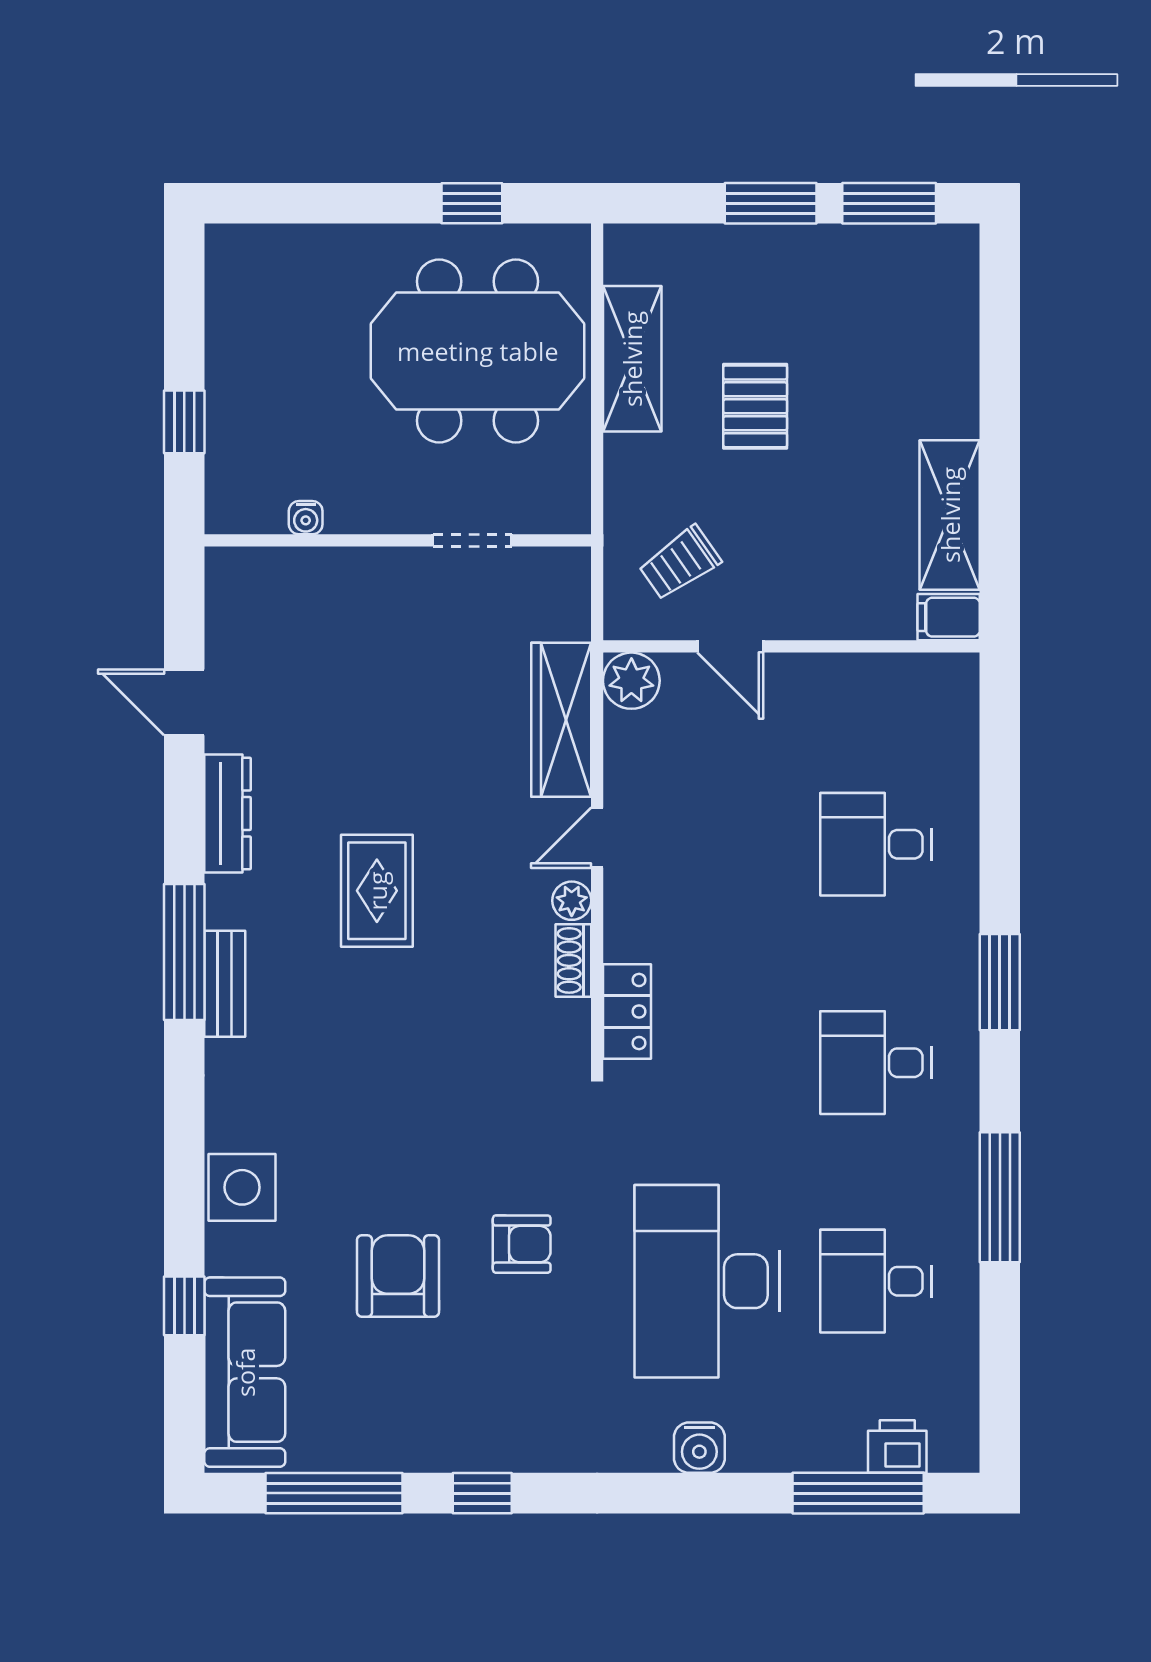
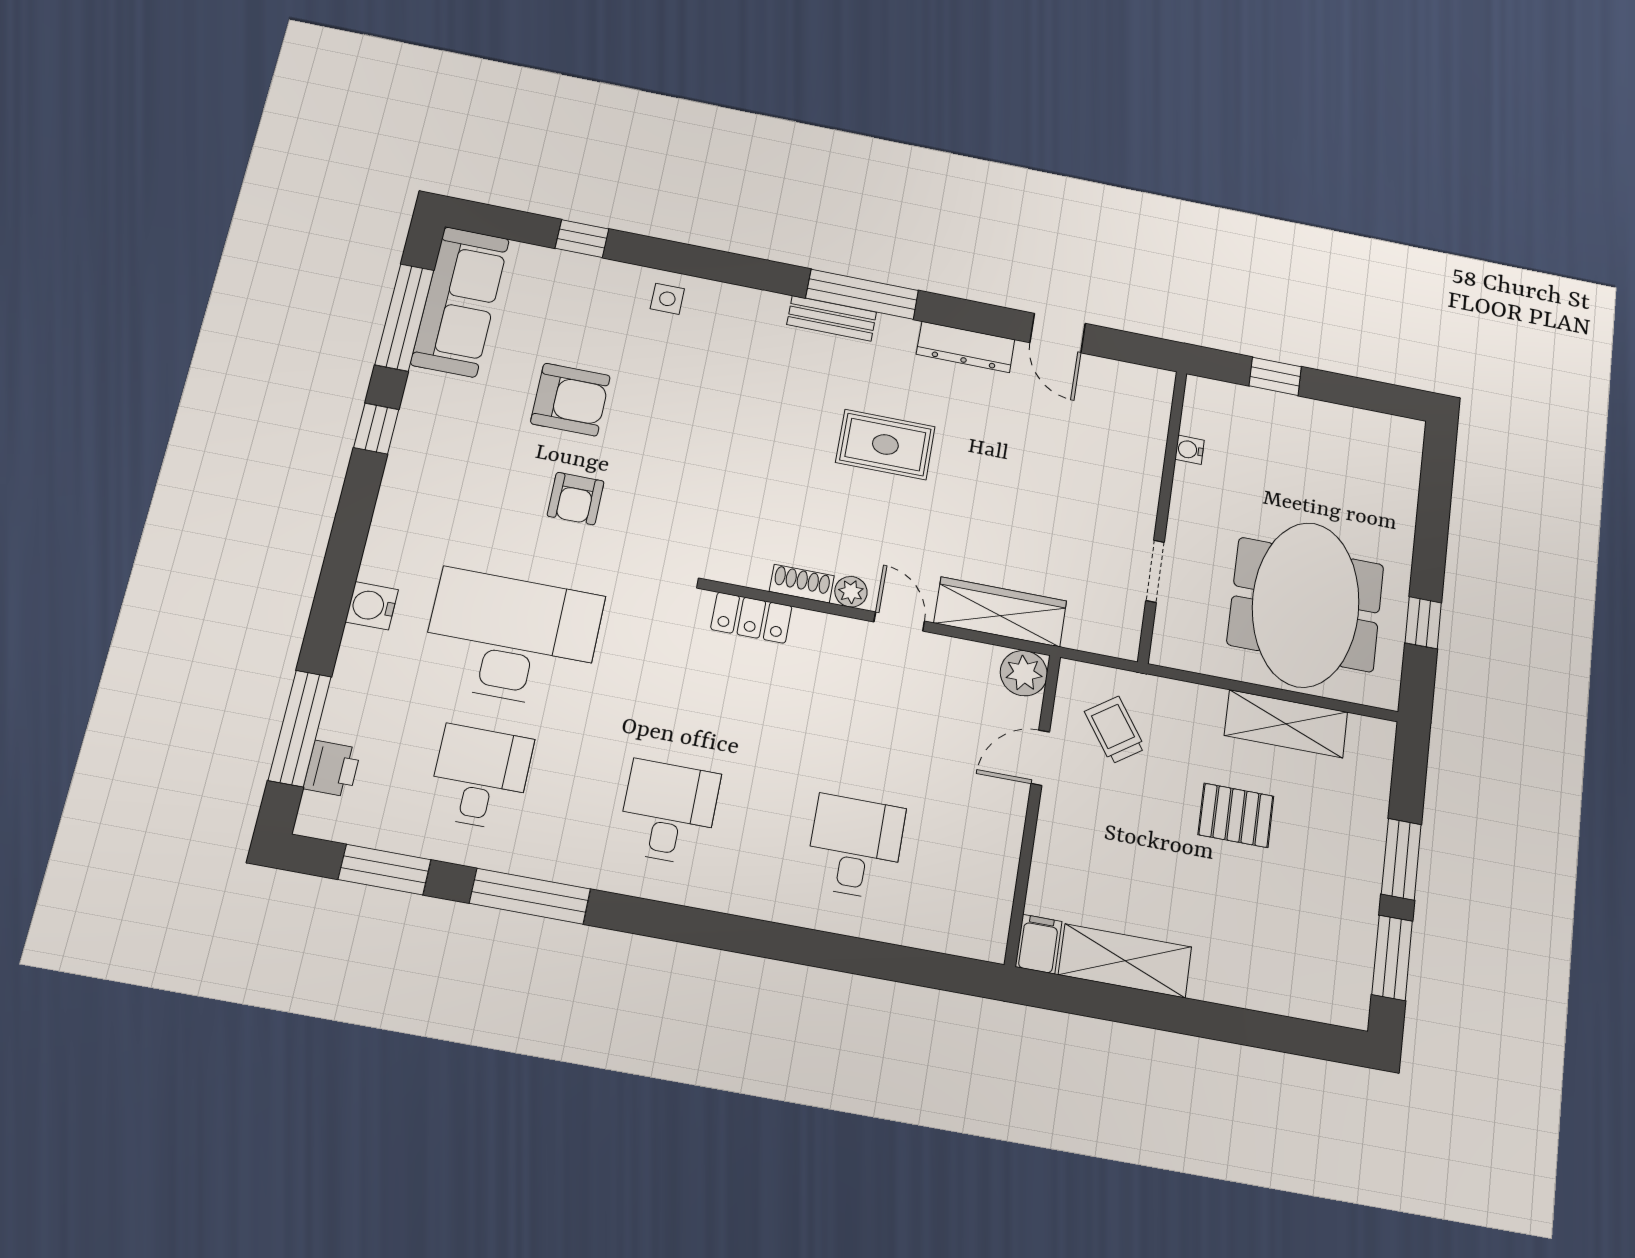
door: (184, 702) -> (1058, 333), swing flipped
window: (1000, 982) -> (384, 870), moved
side table: (242, 1187) -> (667, 299), width x0.54, depth x0.54
sofa: (245, 1372) -> (460, 302), moved, turned -90

